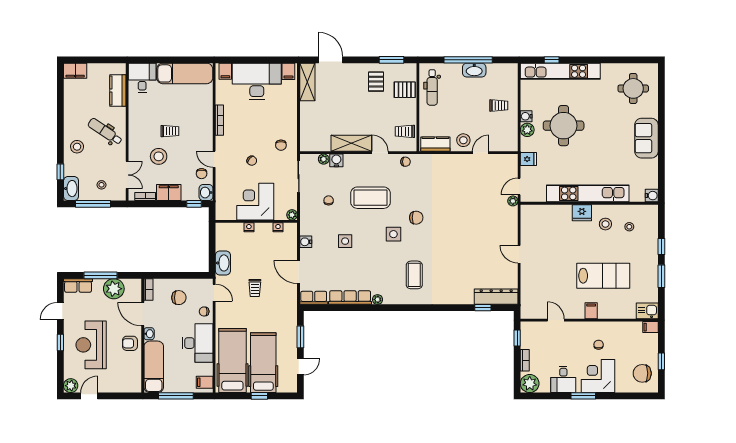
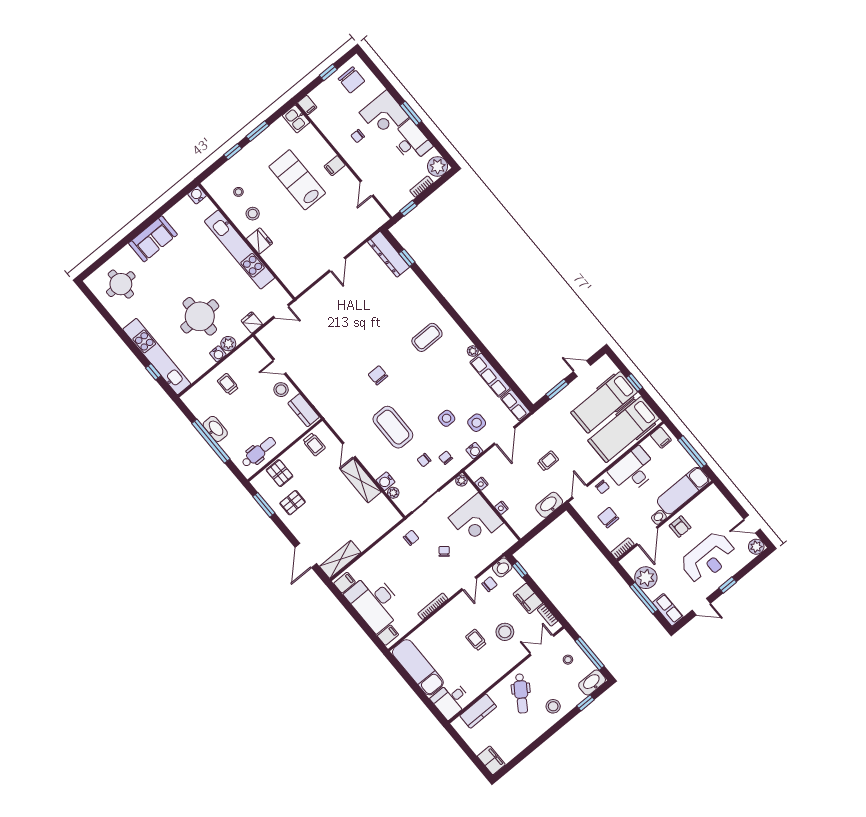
chair: (405, 162) -> (446, 458), moved
plant: (513, 201) -> (297, 306), removed
side table: (393, 234) -> (477, 423), moved
desk: (563, 379) -> (411, 141), width x1.37

